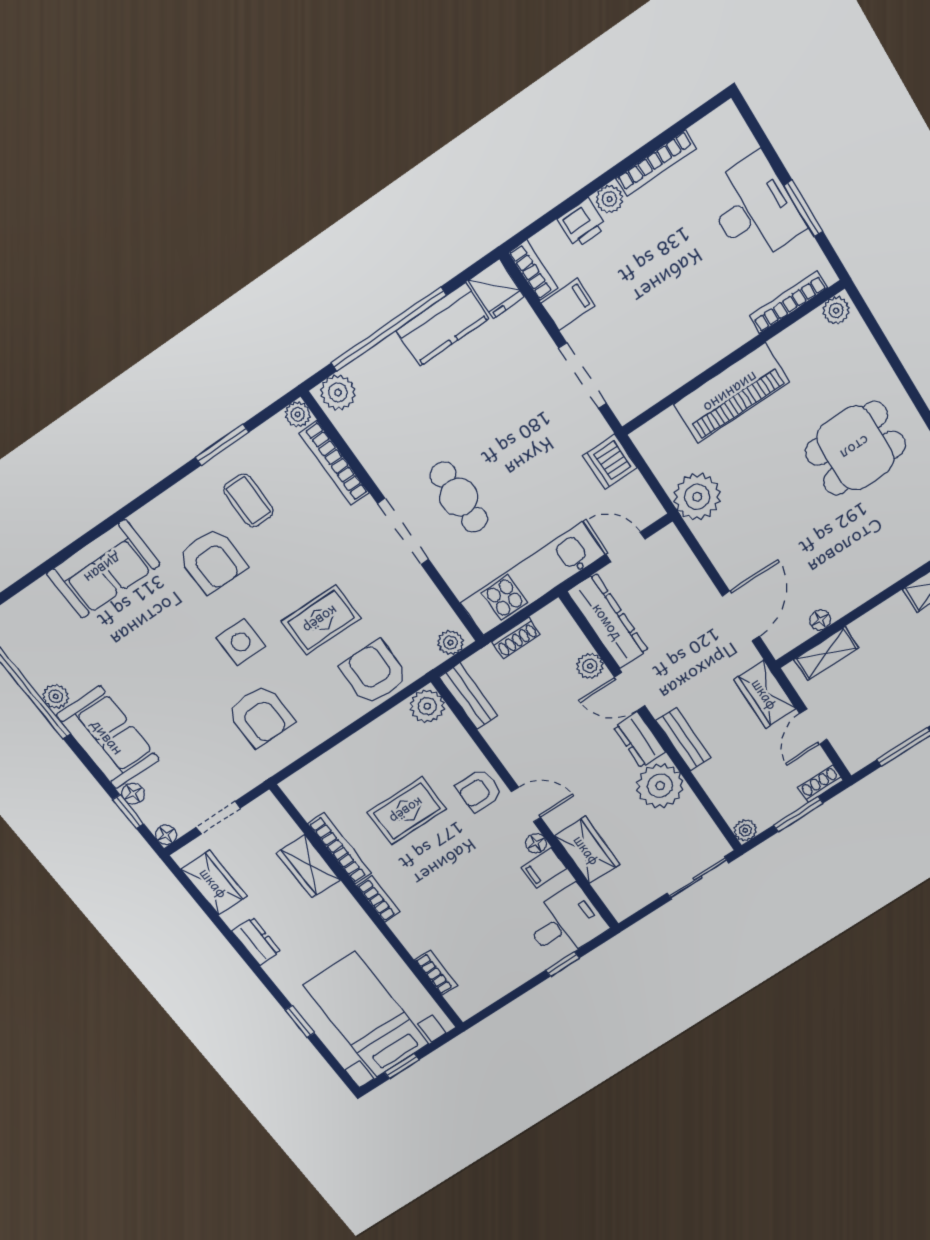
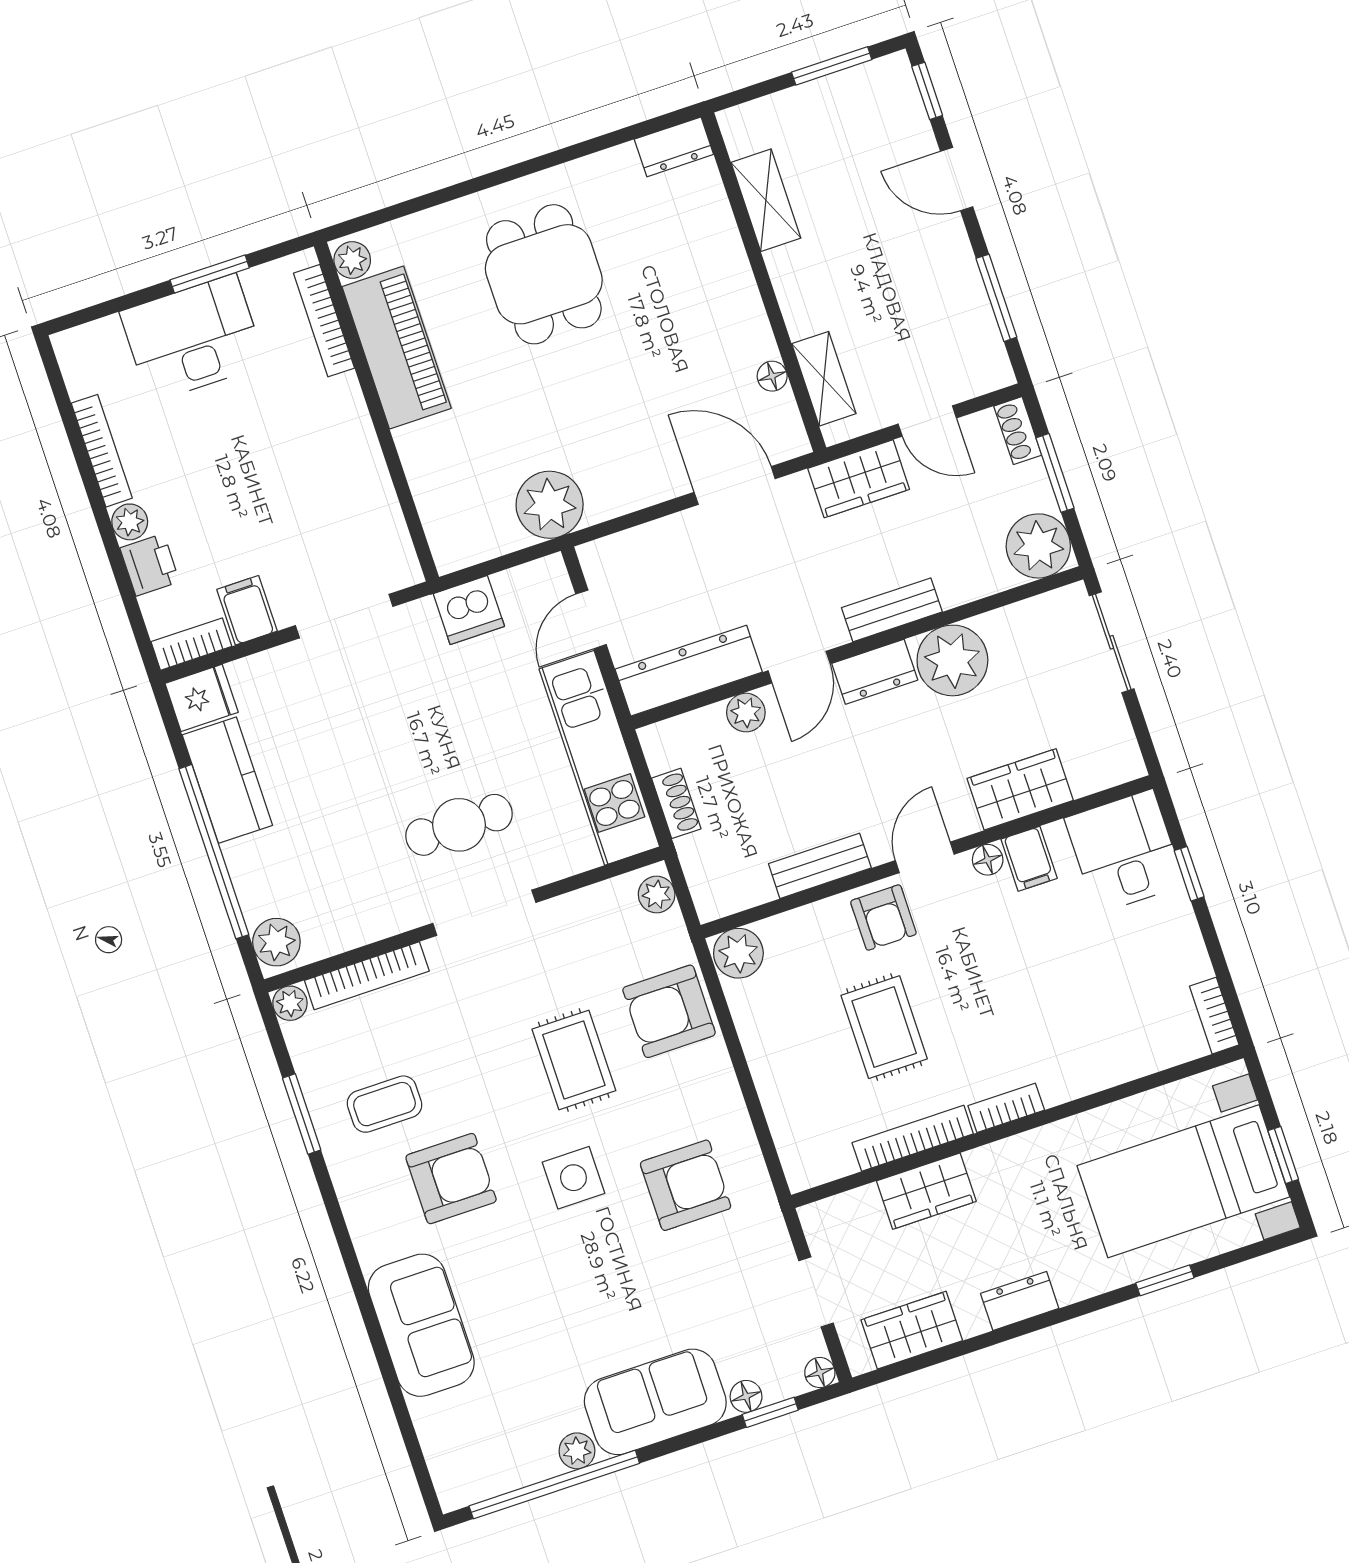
piano: (731, 393) -> (397, 347), moved
bench: (468, 696) -> (820, 866), moved
plant: (745, 830) -> (1038, 546), width x1.87, depth x1.87
bookcase: (436, 973) -> (1214, 1016), moved, turned -90

